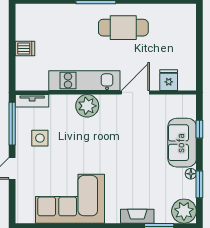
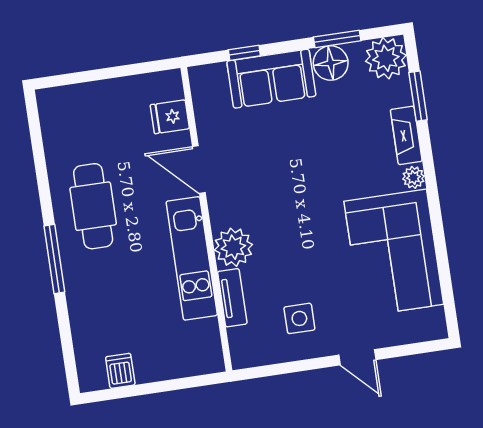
dishwasher: (25, 49) -> (120, 371), moved
tv unit: (32, 101) -> (232, 298), moved
window: (12, 124) -> (282, 369), removed
floor lamp: (191, 174) -> (331, 63), width x1.89, depth x1.89
plant: (112, 217) -> (413, 177), added

